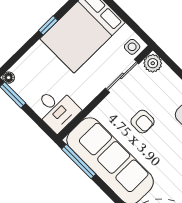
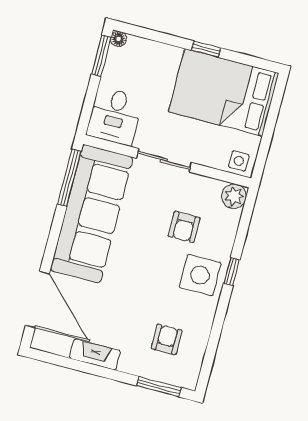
sliding door: (122, 76) -> (164, 160), moved
armchair: (143, 122) -> (184, 227), moved

